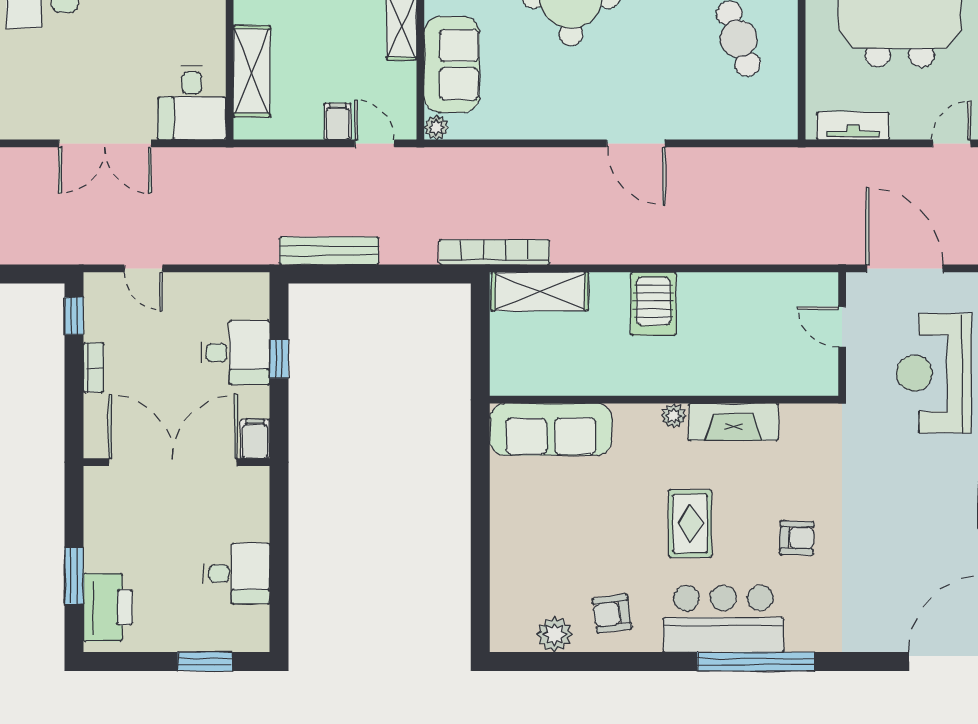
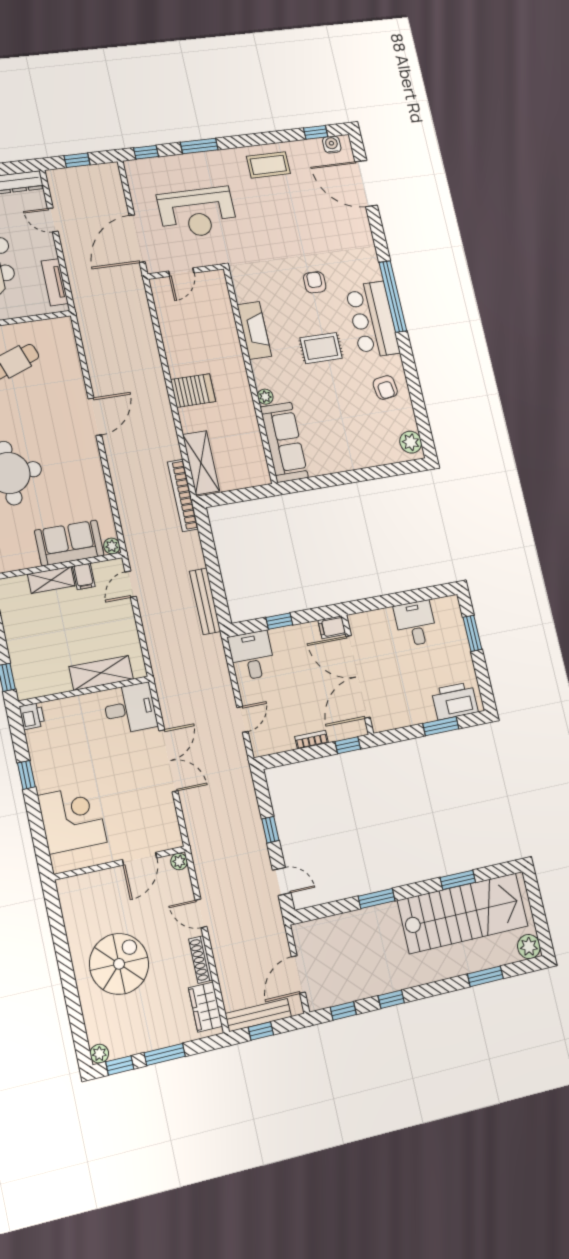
filing cabinet: (338, 121) -> (84, 576), moved, turned -90
window: (74, 316) -> (348, 745), moved
desk: (235, 353) -> (252, 656), moved
plant: (674, 416) -> (265, 397), moved
plant: (555, 634) -> (411, 442), moved

